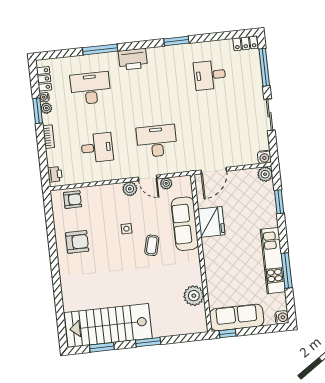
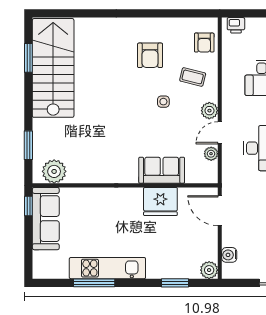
water cooler: (264, 157) -> (229, 255), moved
sofa: (185, 224) -> (162, 170), width x0.73
armchair: (77, 242) -> (150, 55), moved
coffee table: (152, 245) -> (193, 77), moved
plant: (194, 296) -> (54, 171), moved
water cooler: (282, 317) -> (40, 271), removed
window: (148, 342) -> (28, 145), moved

